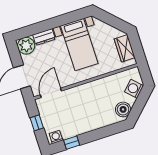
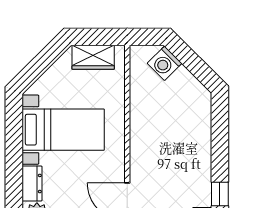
boiler: (123, 109) -> (193, 92), removed

